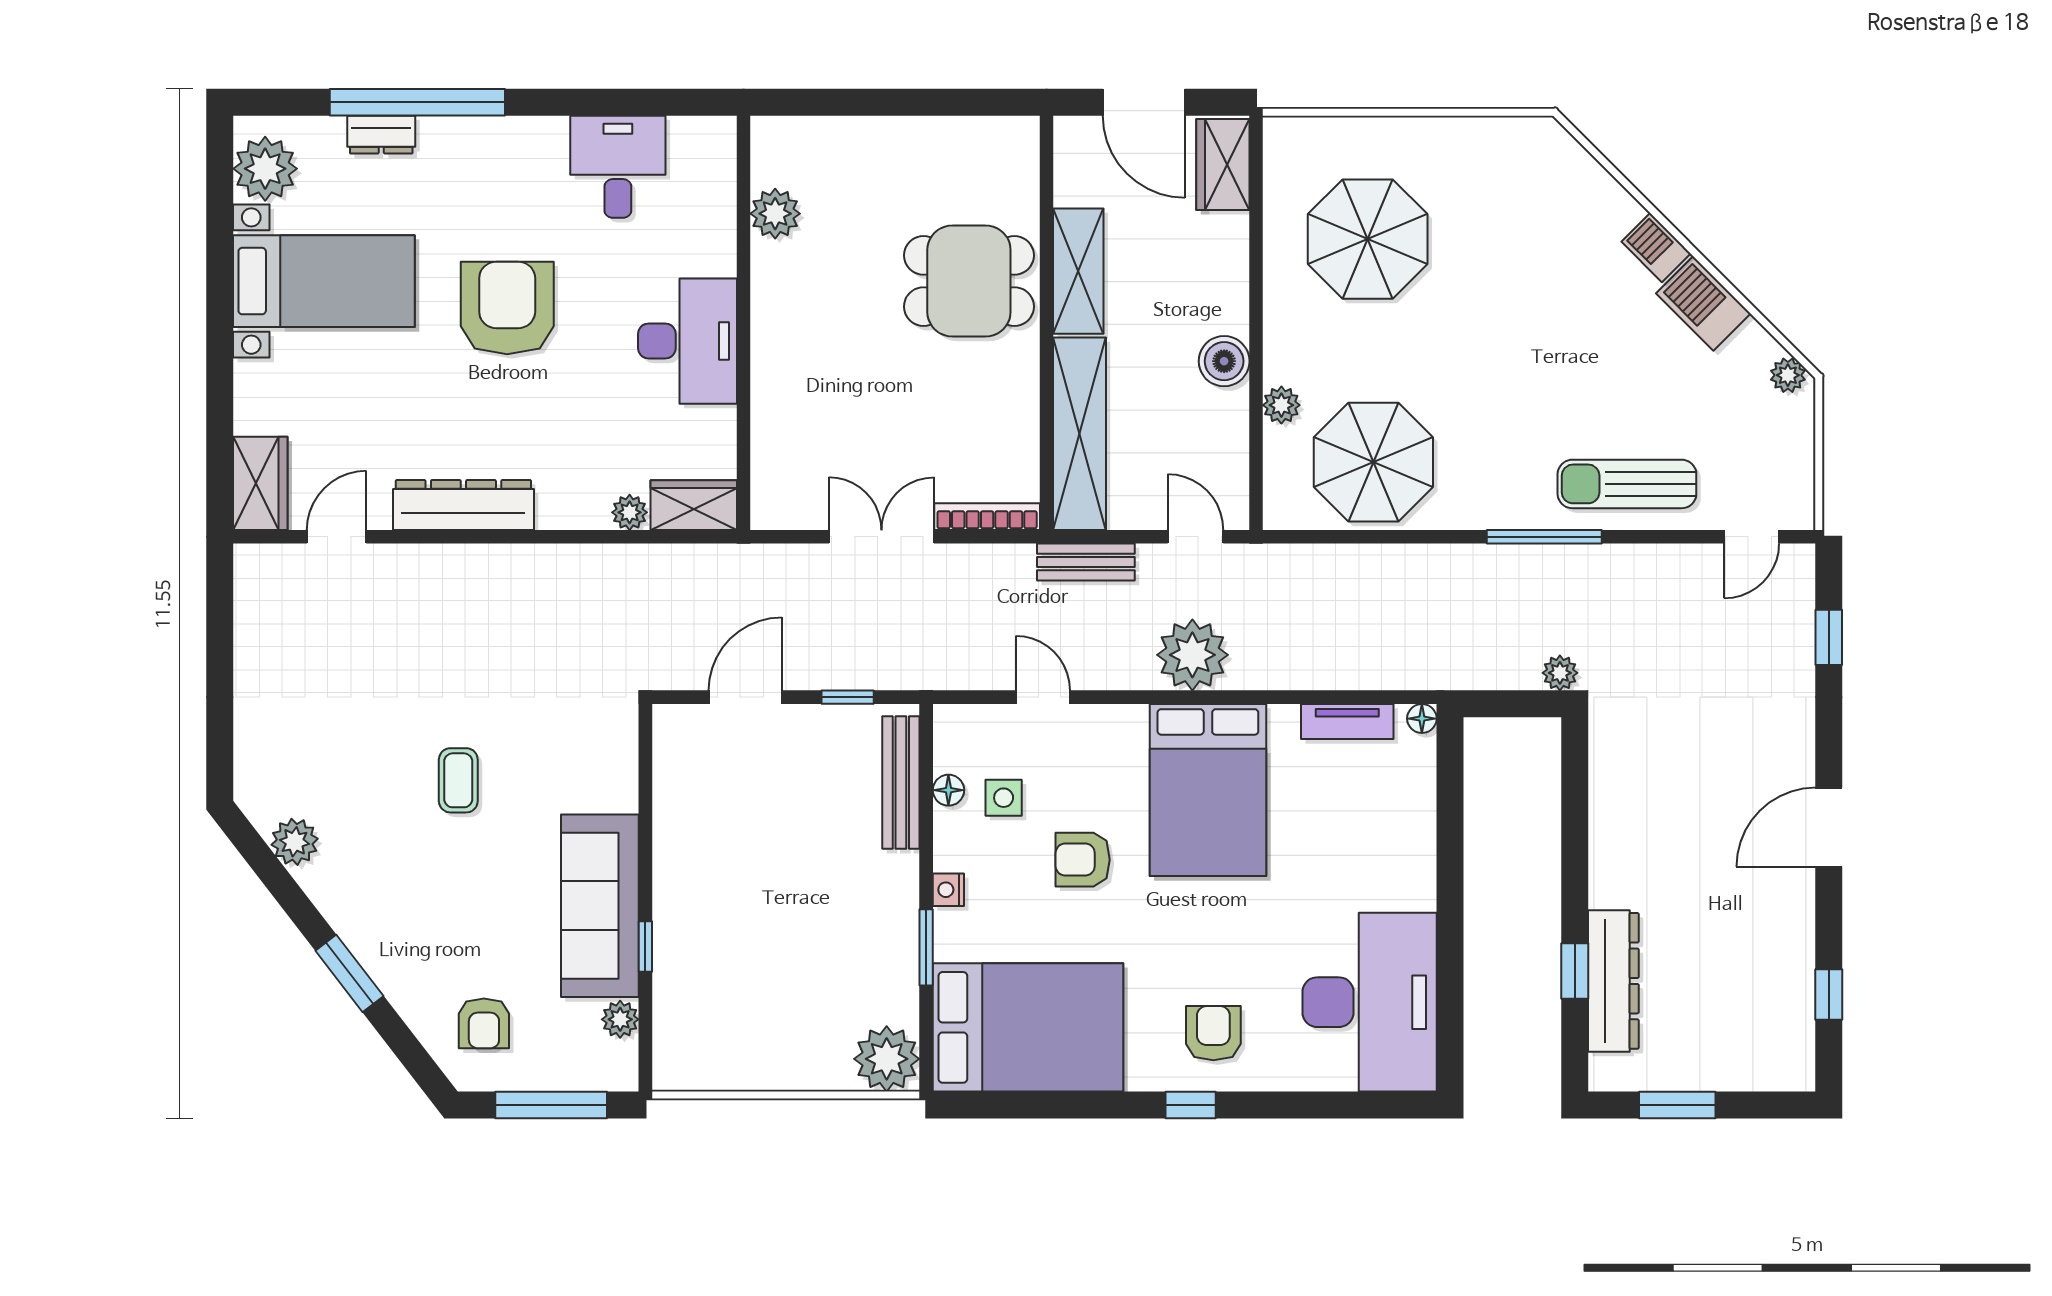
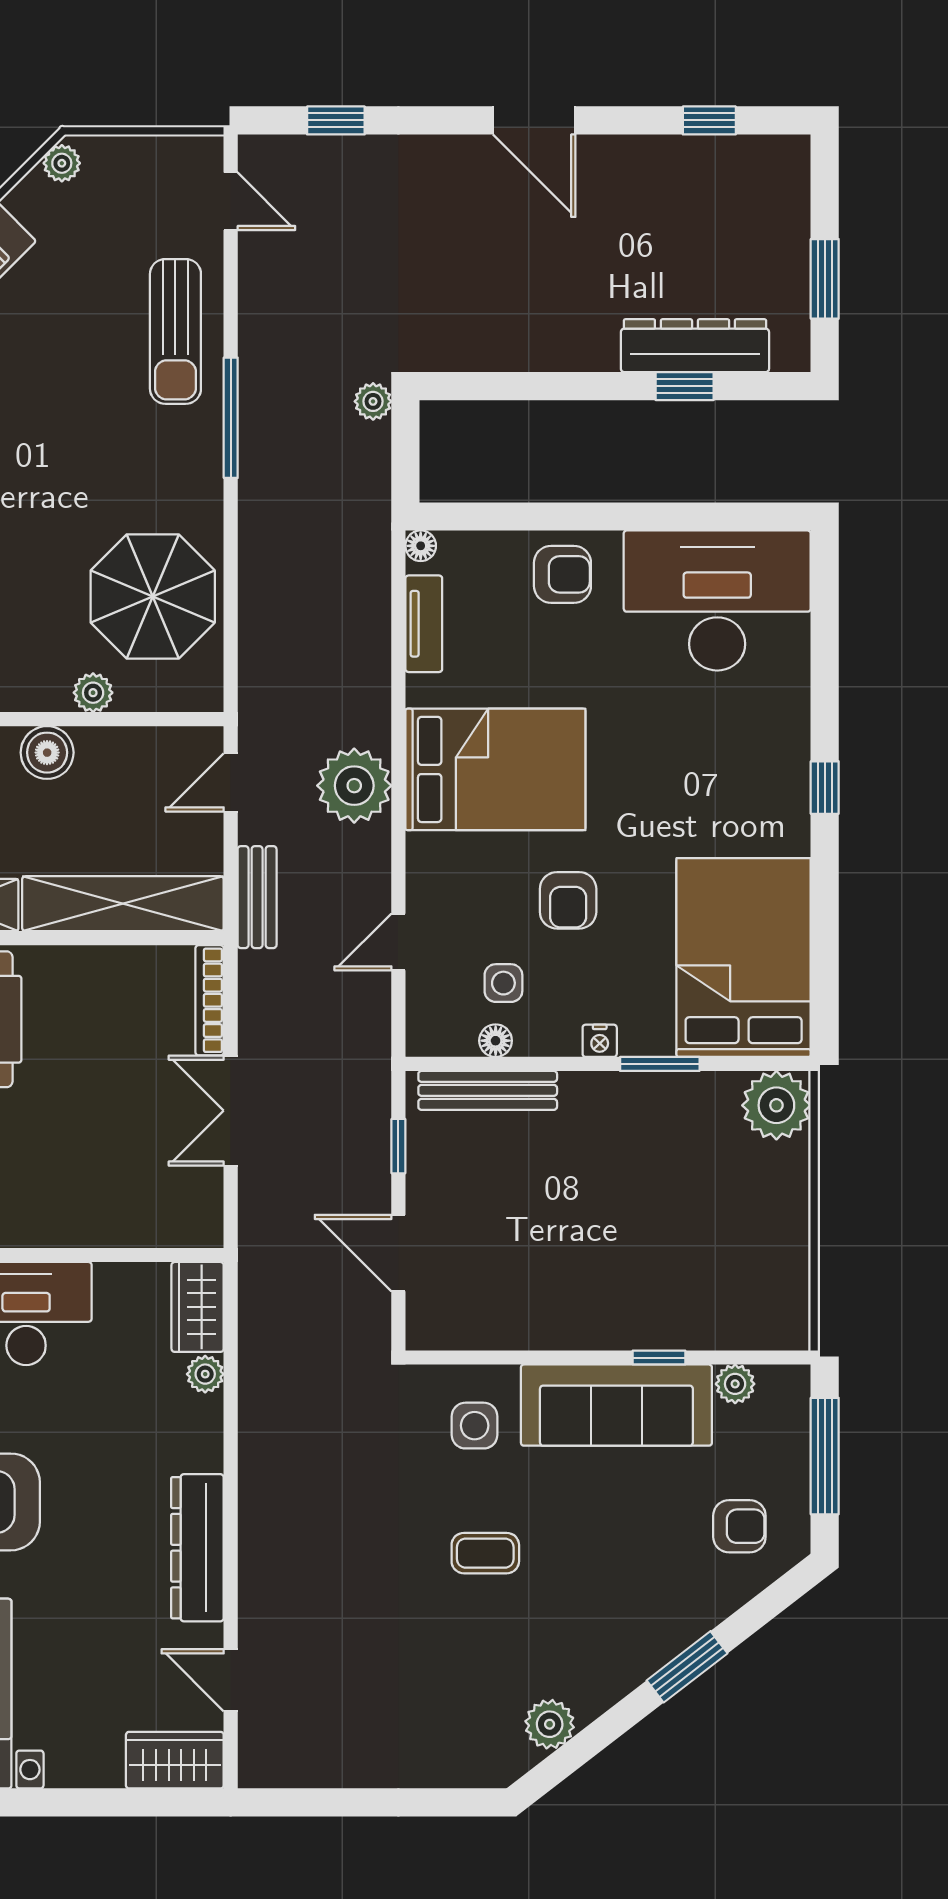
side table: (580, 770) -> (475, 1426), added
armchair: (1213, 1033) -> (562, 574), moved, turned 180

